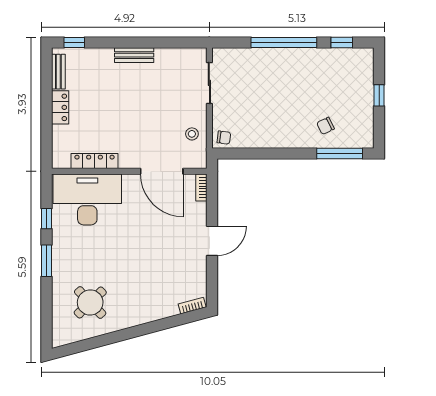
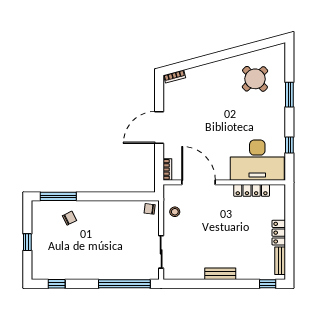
window: (284, 43) -> (124, 284), moved
door: (212, 241) -> (159, 127), width x1.36
window: (46, 261) -> (289, 95), moved

